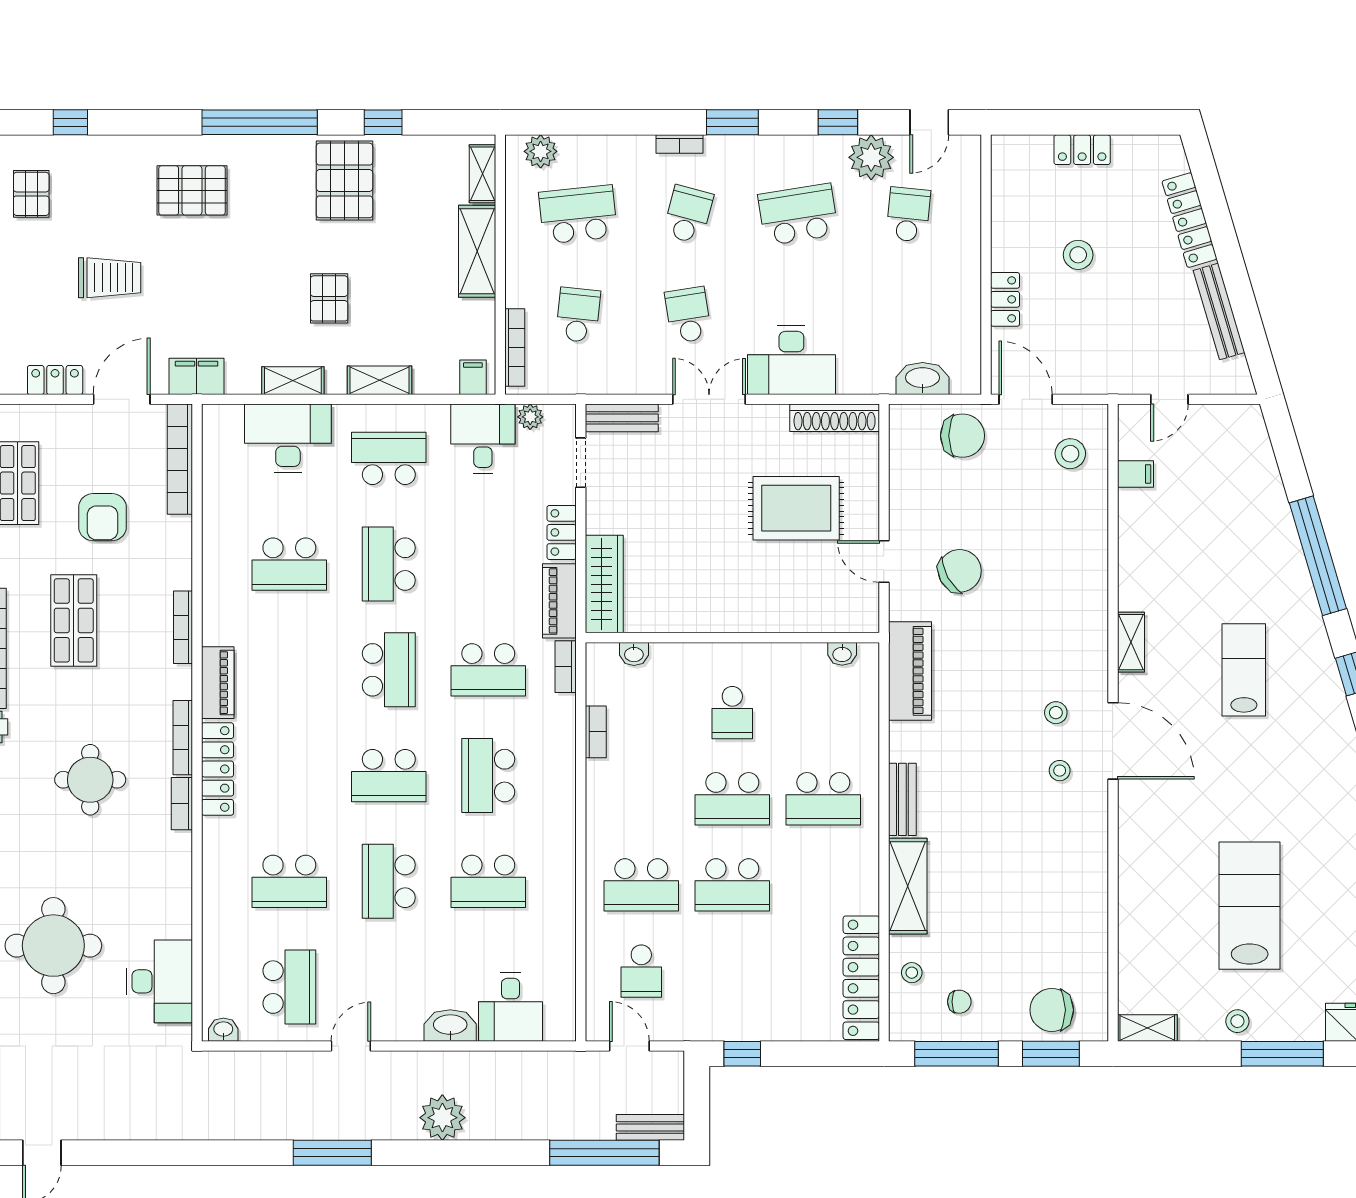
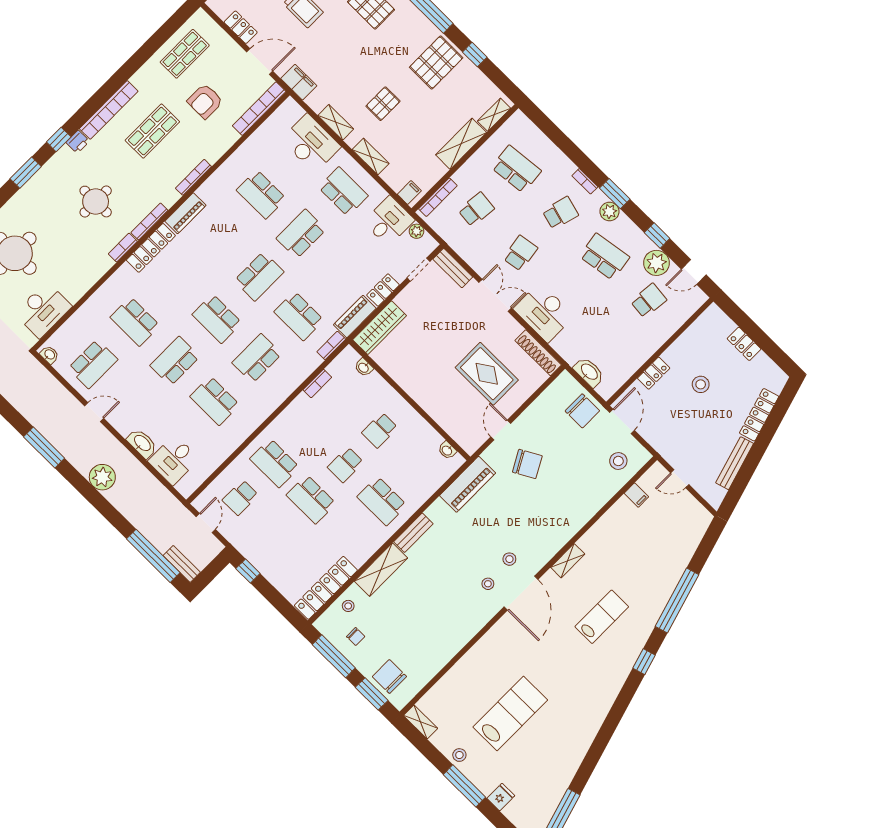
plant: (541, 151) -> (609, 212), moved
school desk: (732, 799) -> (345, 465), width x0.54

